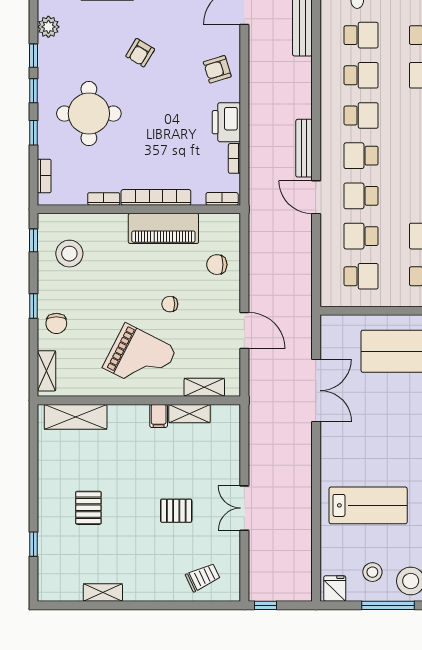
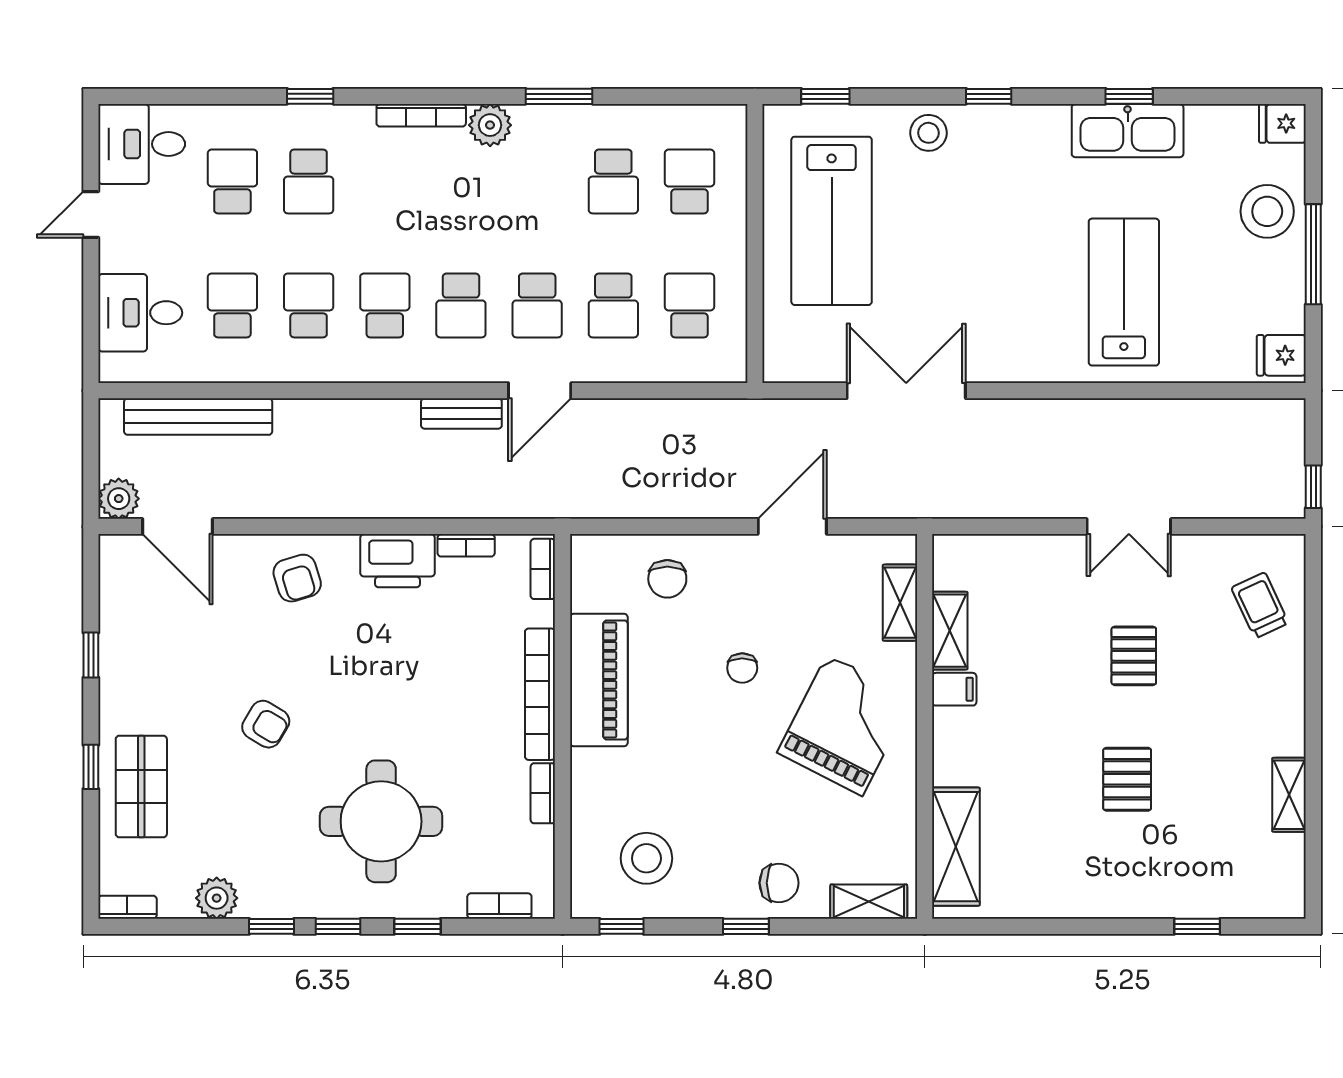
bench: (304, 148) -> (461, 414), width x0.73
pallet: (88, 508) -> (1127, 779), moved, turned 90
stool: (372, 572) -> (1250, 284), removed

